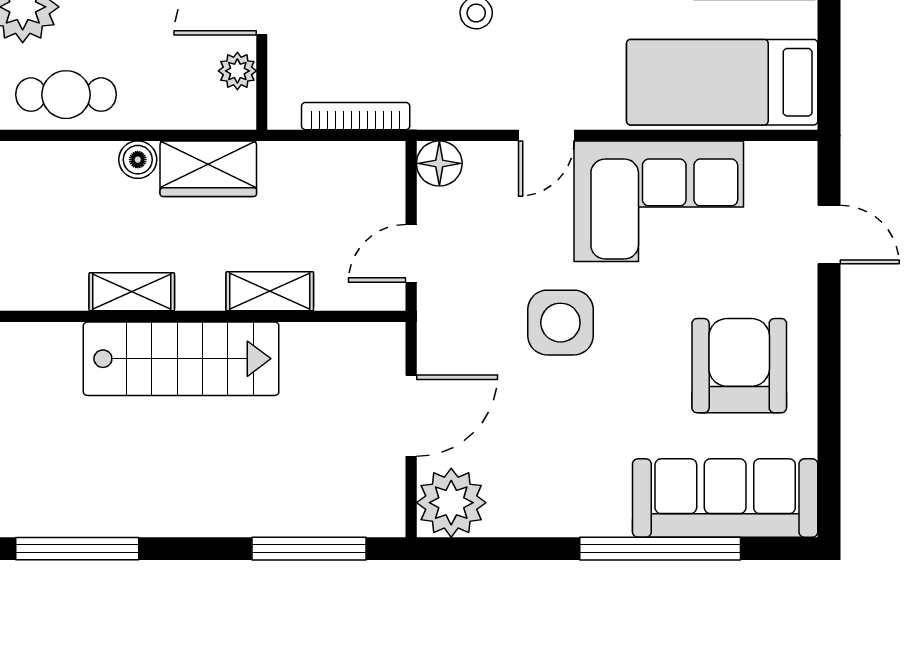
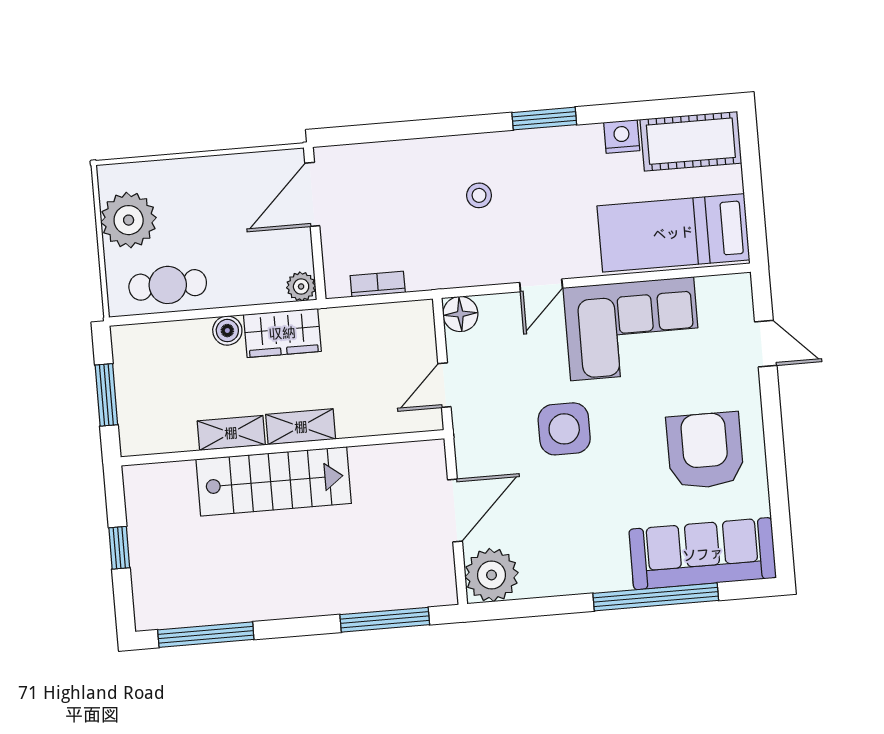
plant: (237, 71) -> (301, 286), moved
bookcase: (356, 116) -> (378, 284), width x0.64
shelving: (270, 291) -> (301, 427), moved

